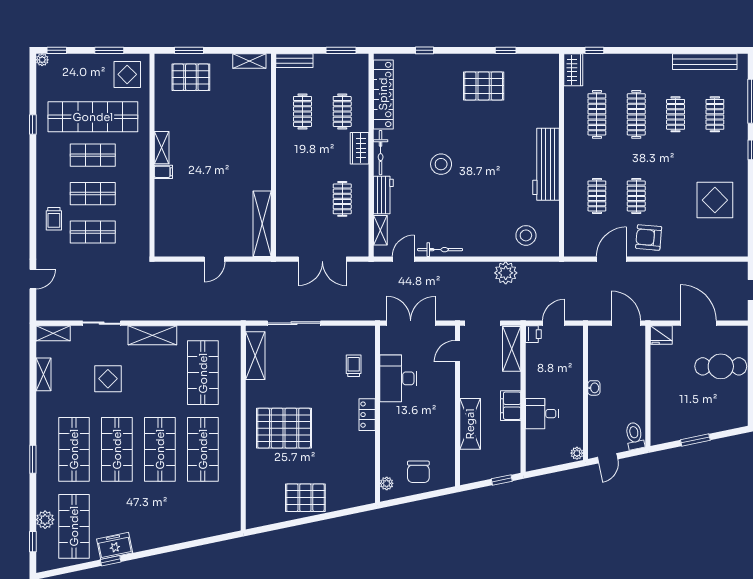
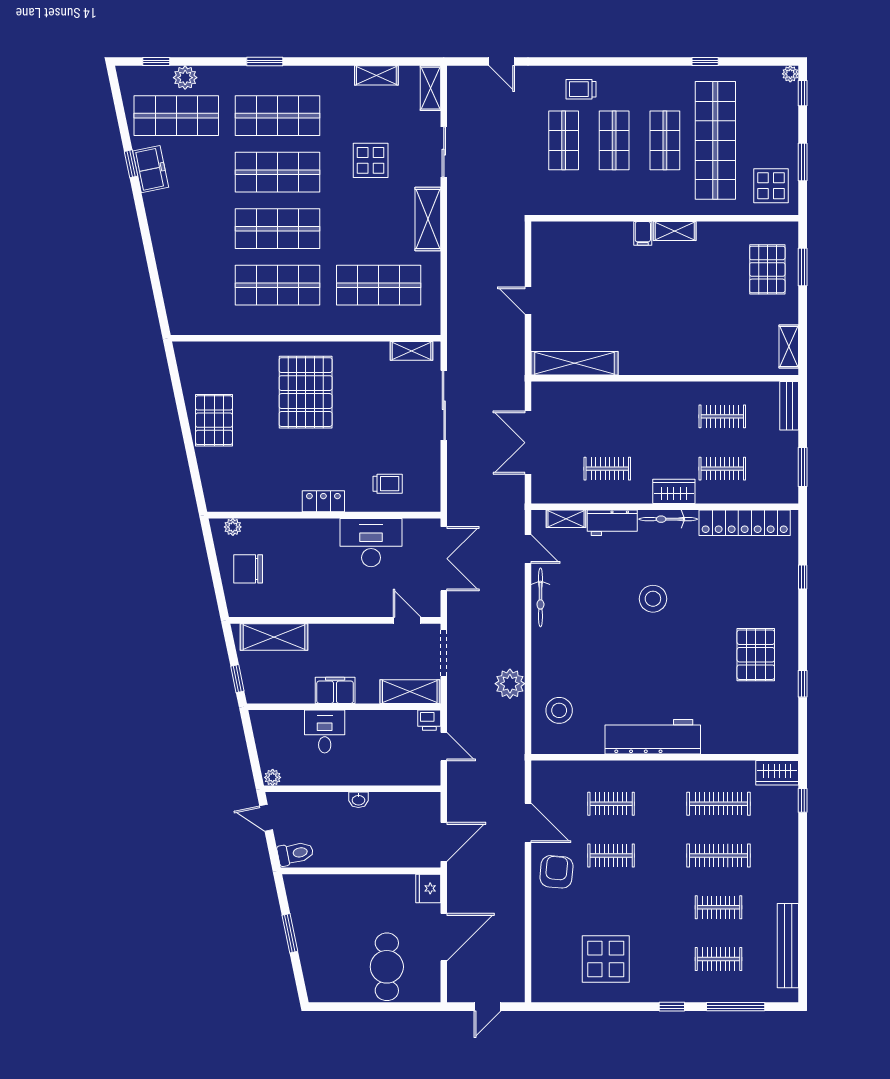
shelving: (255, 356) -> (411, 351), width x0.67, depth x0.75
shelving: (470, 424) -> (274, 637), moved

